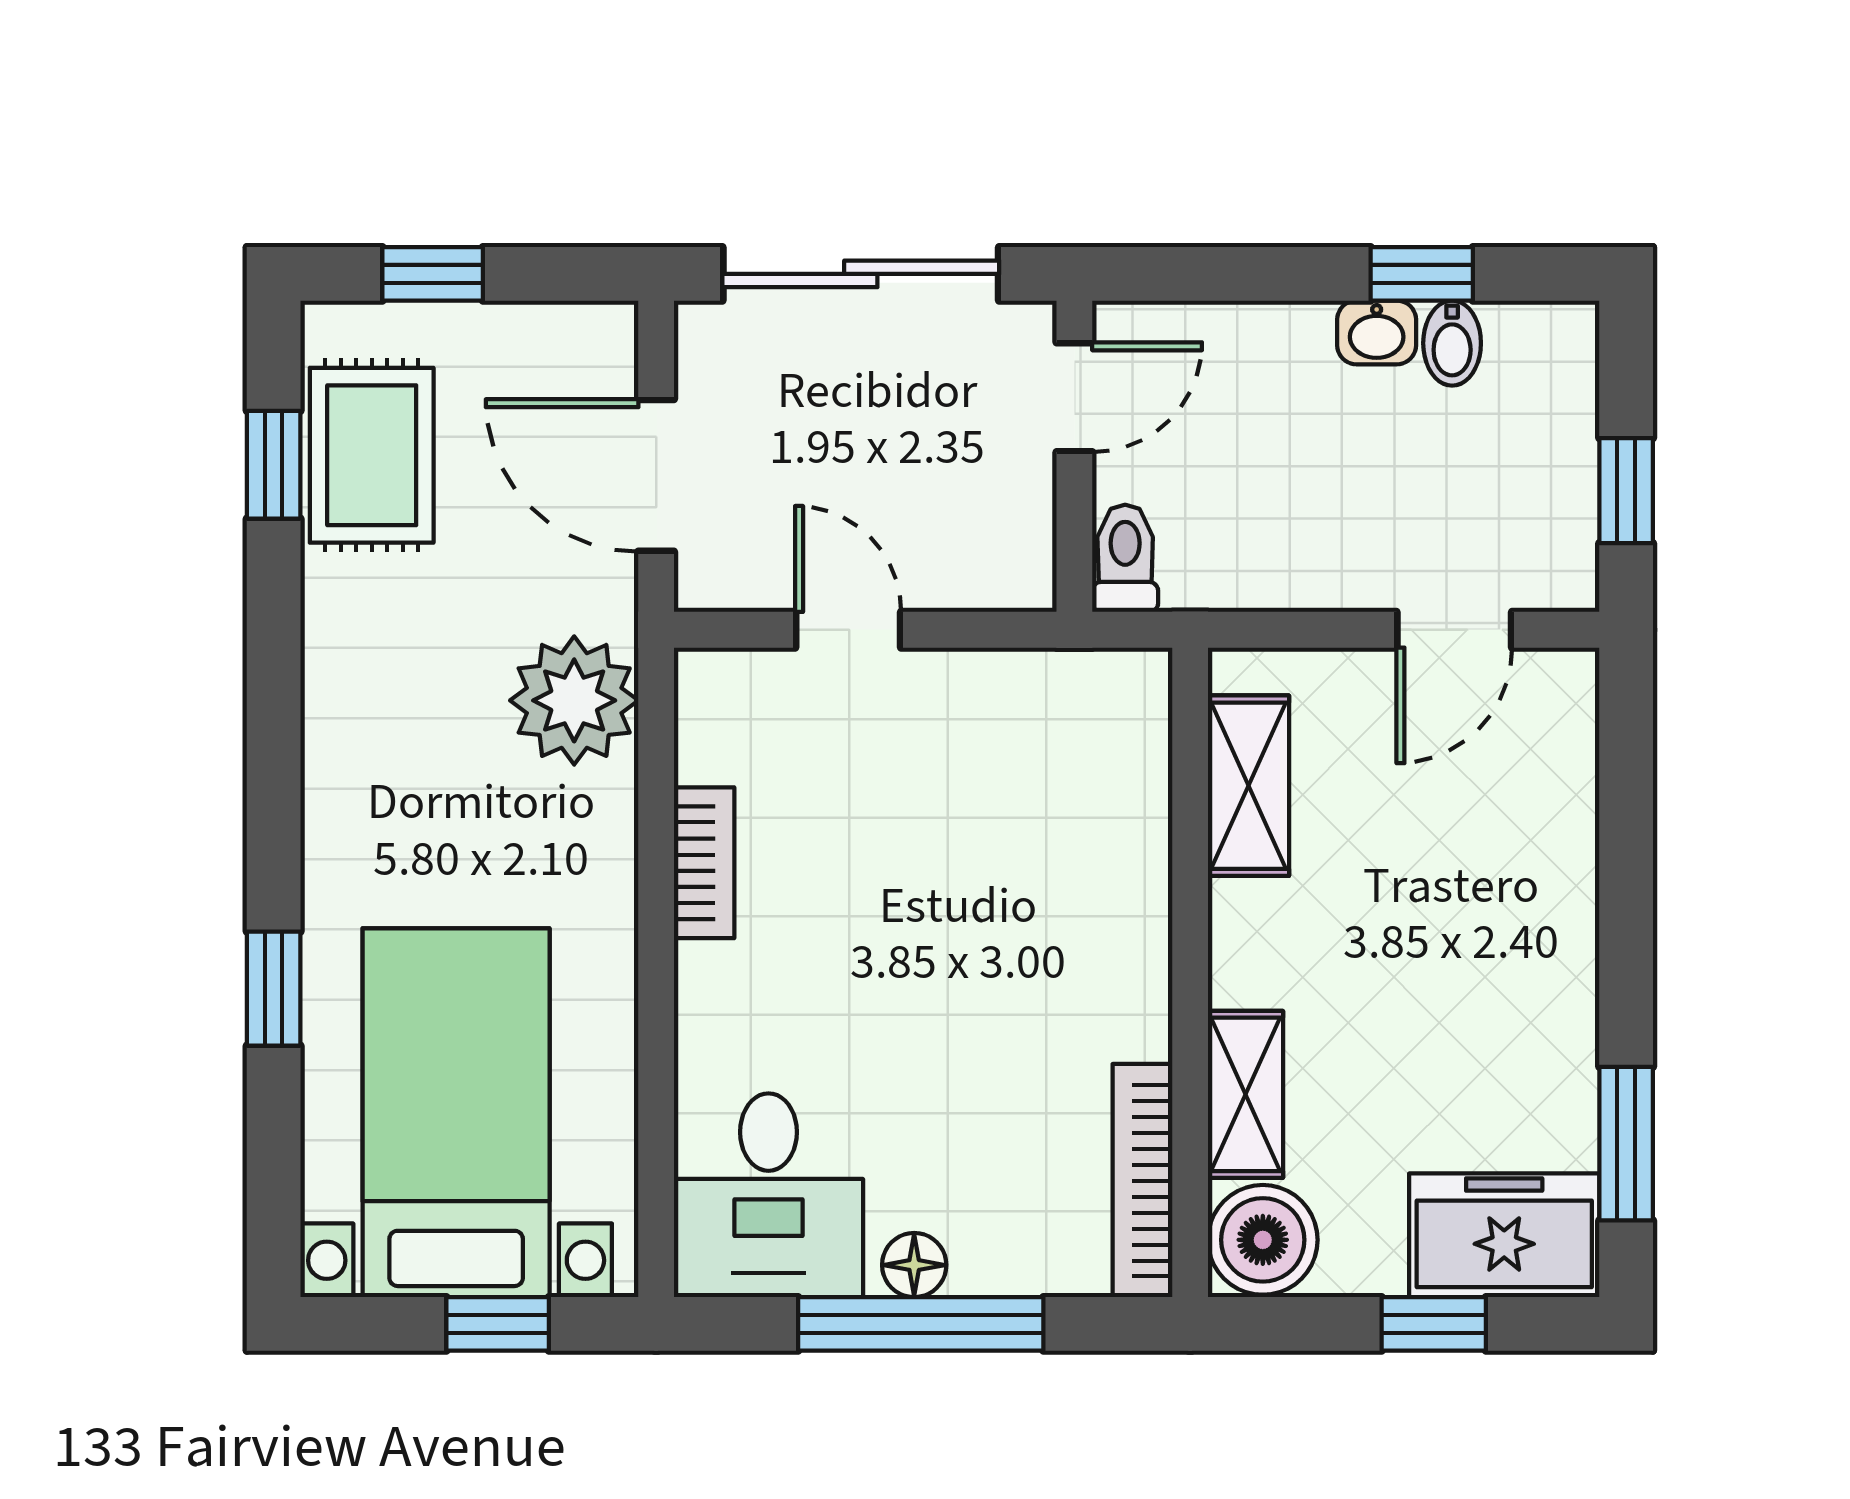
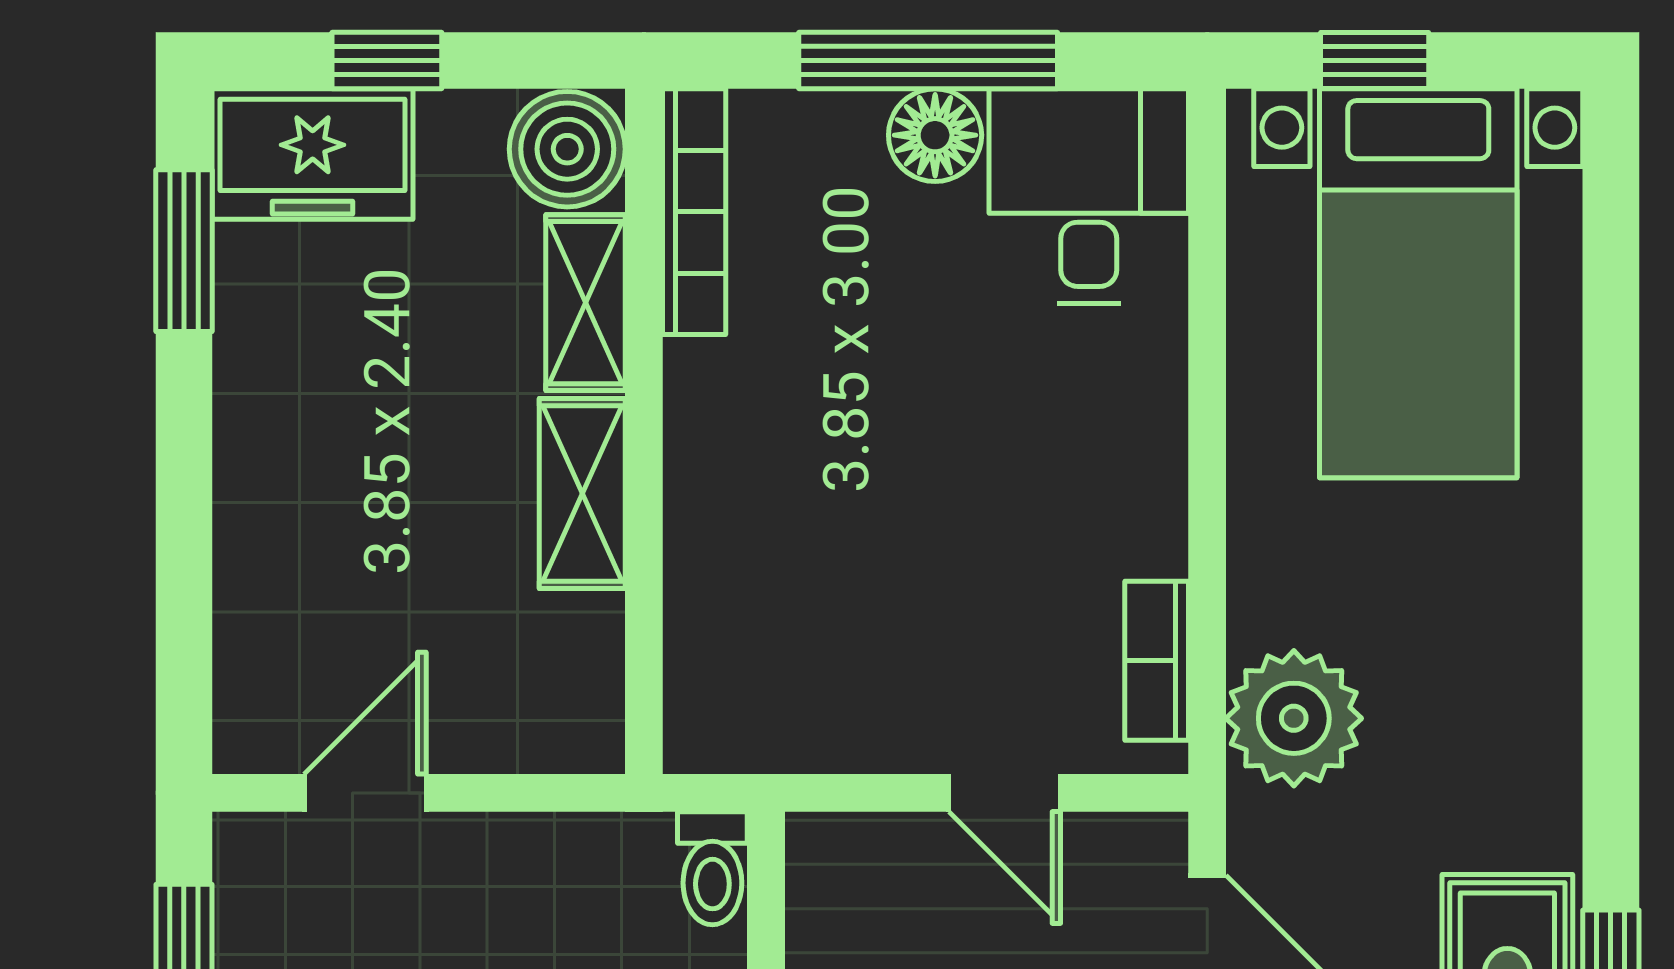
shelving: (1248, 786) -> (582, 493), moved
bookcase: (704, 863) -> (1157, 661), moved
window: (274, 989) -> (1611, 414), removed
floor lamp: (914, 1265) -> (935, 135), width x1.37, depth x1.37

